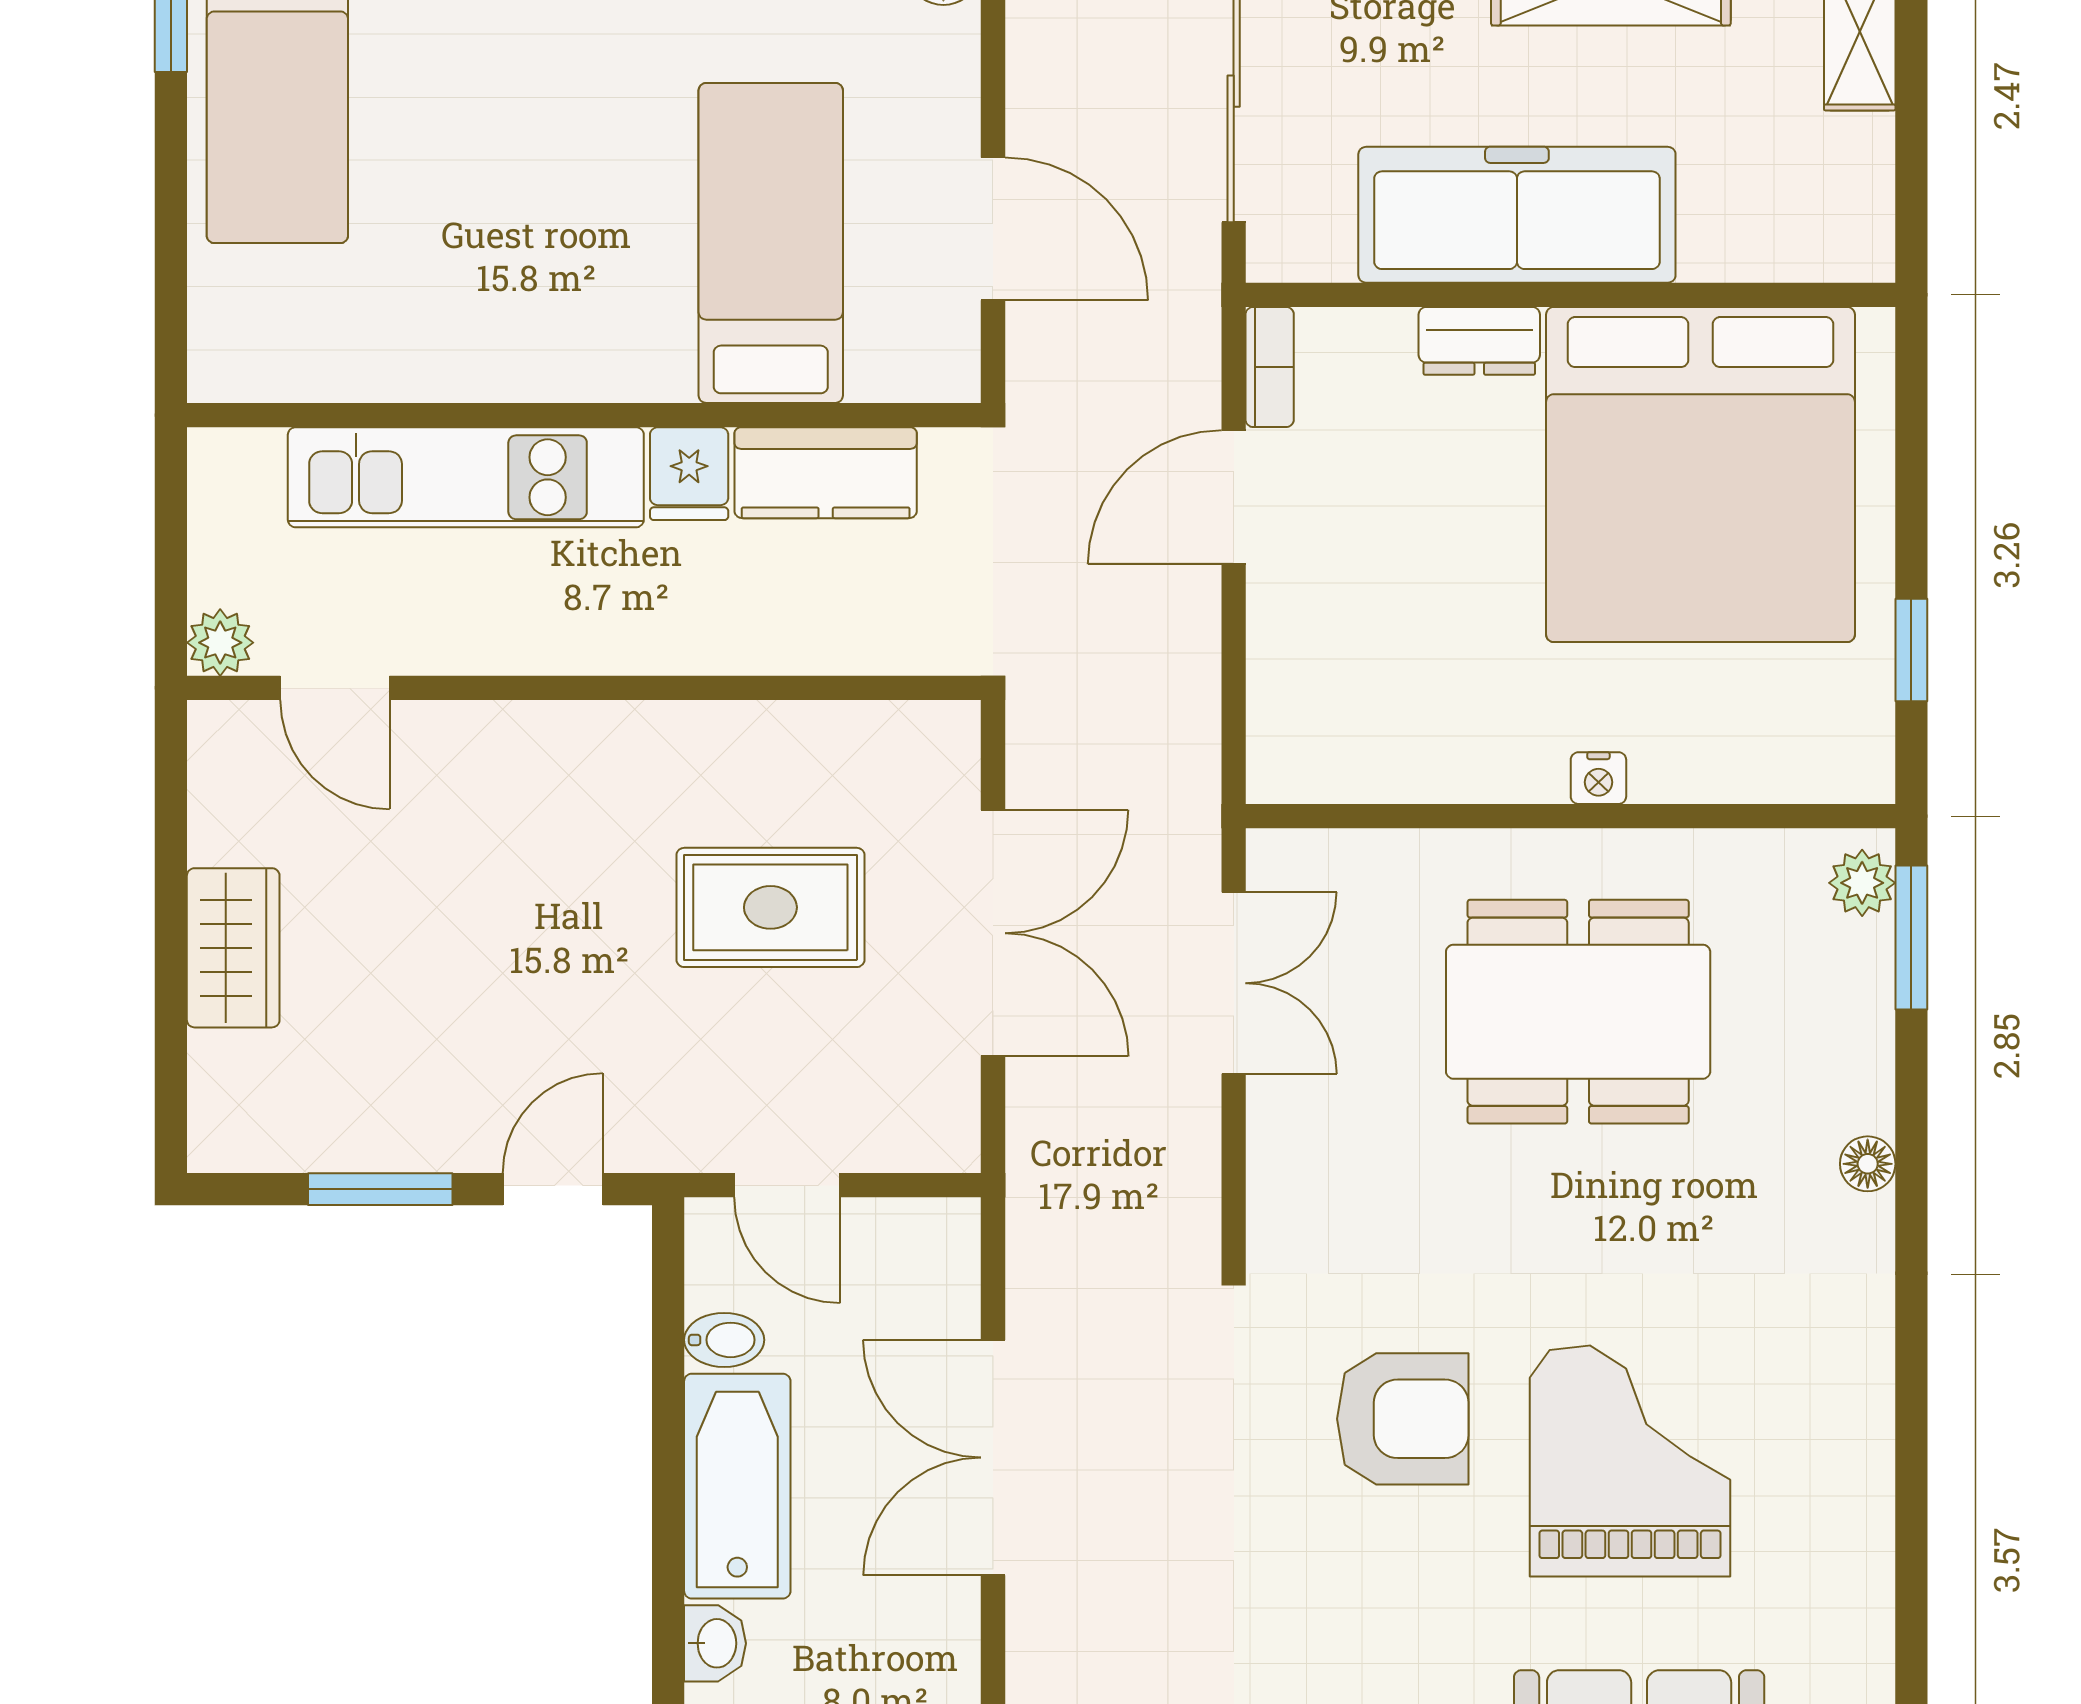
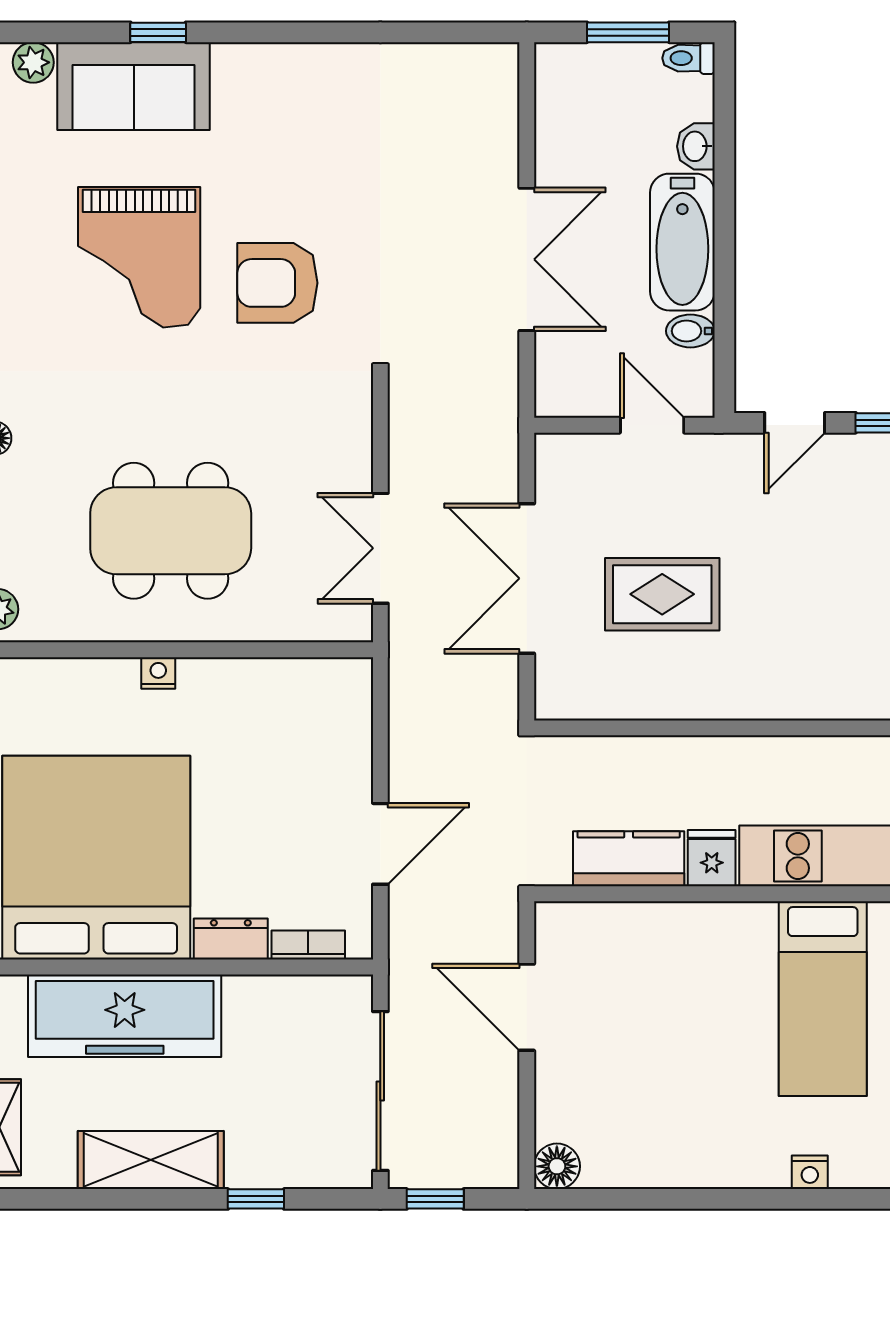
freezer: (1517, 215) -> (125, 1016), moved
bed: (771, 243) -> (823, 999), moved
bookcase: (1270, 367) -> (308, 945), moved, turned 90

